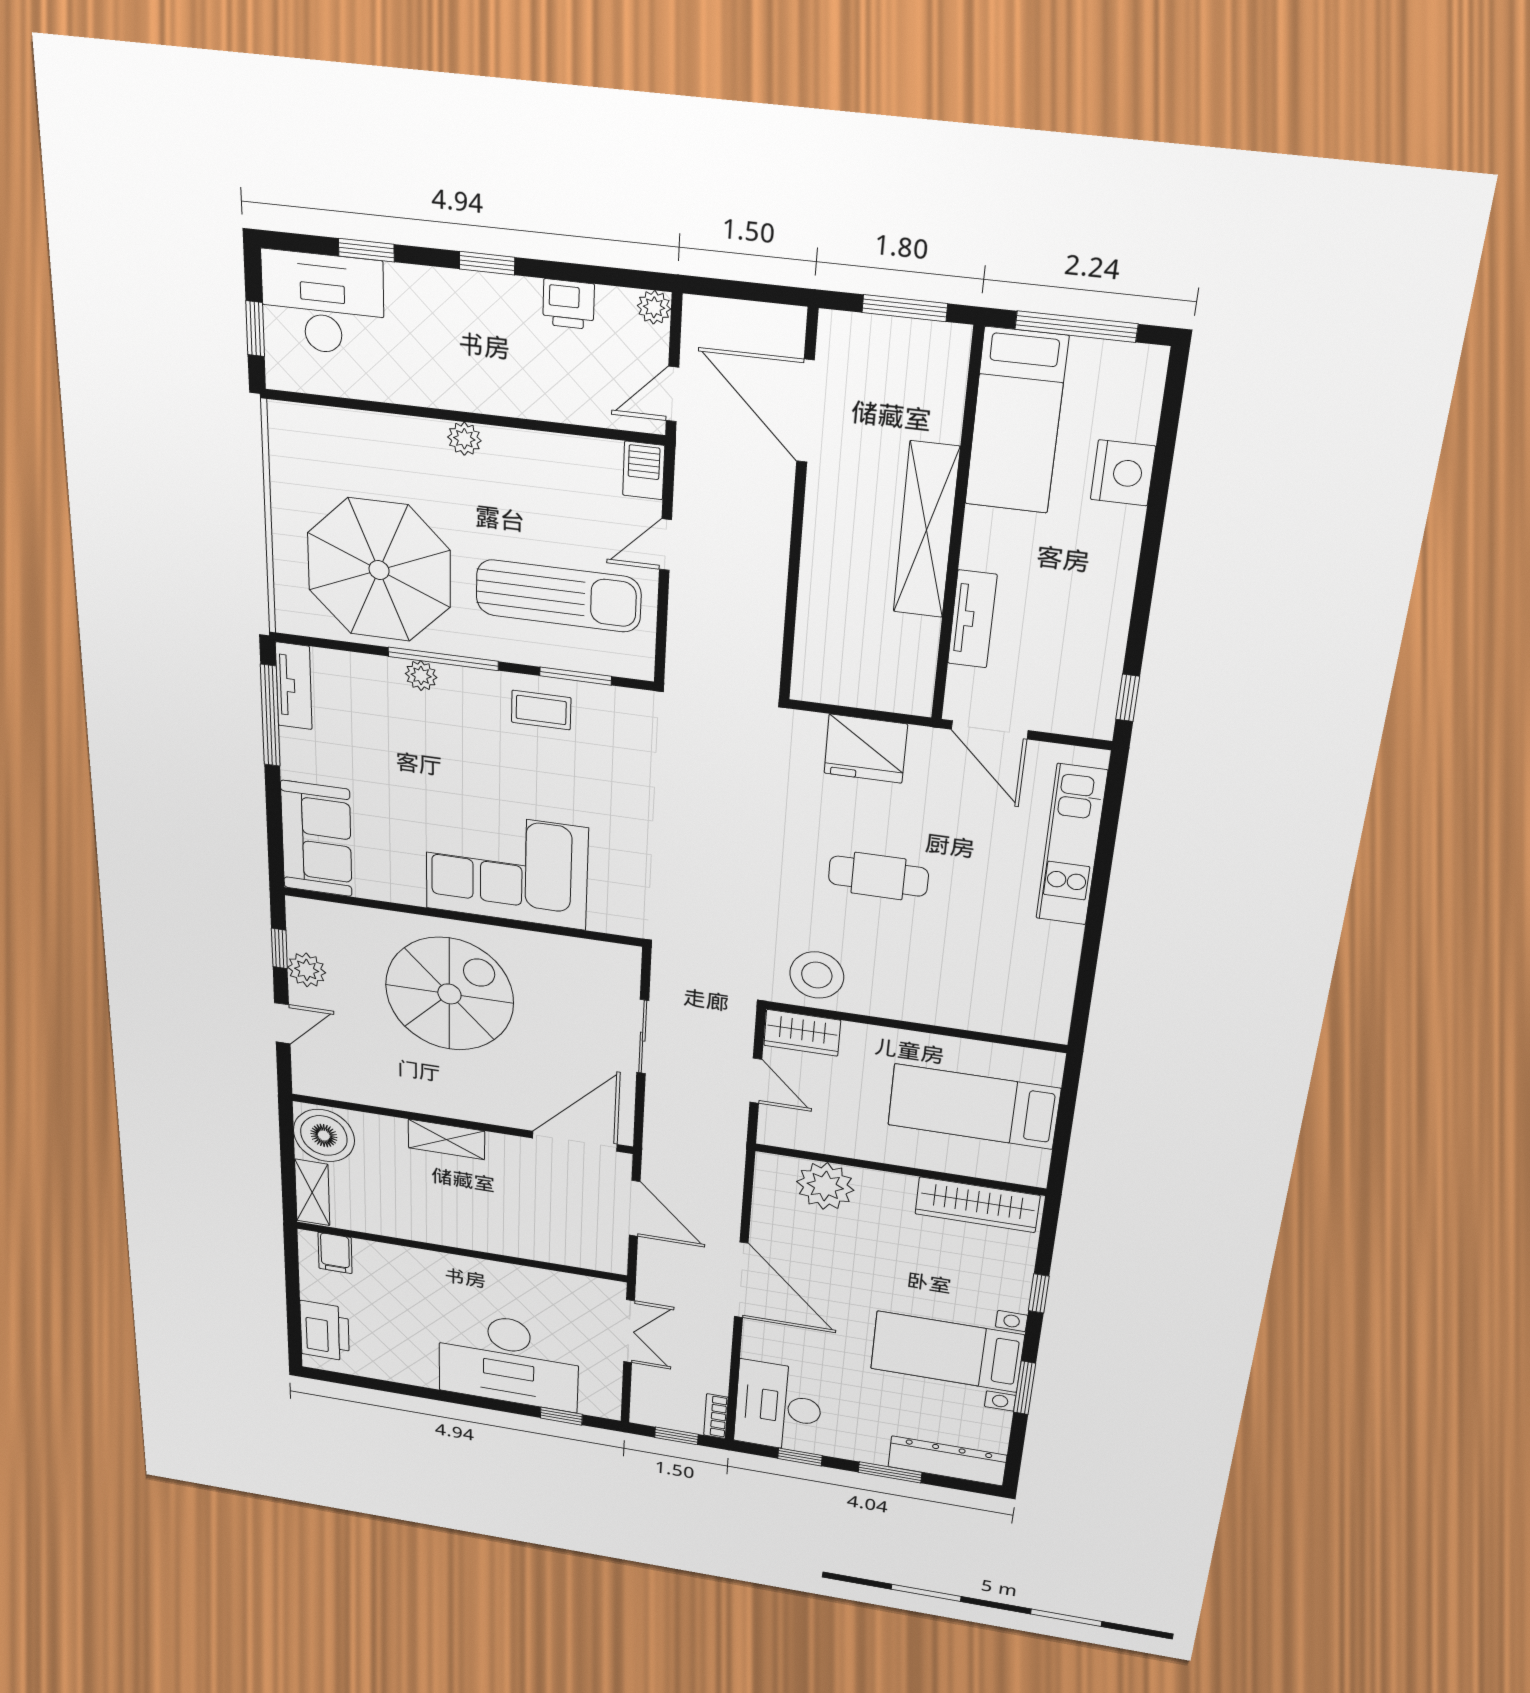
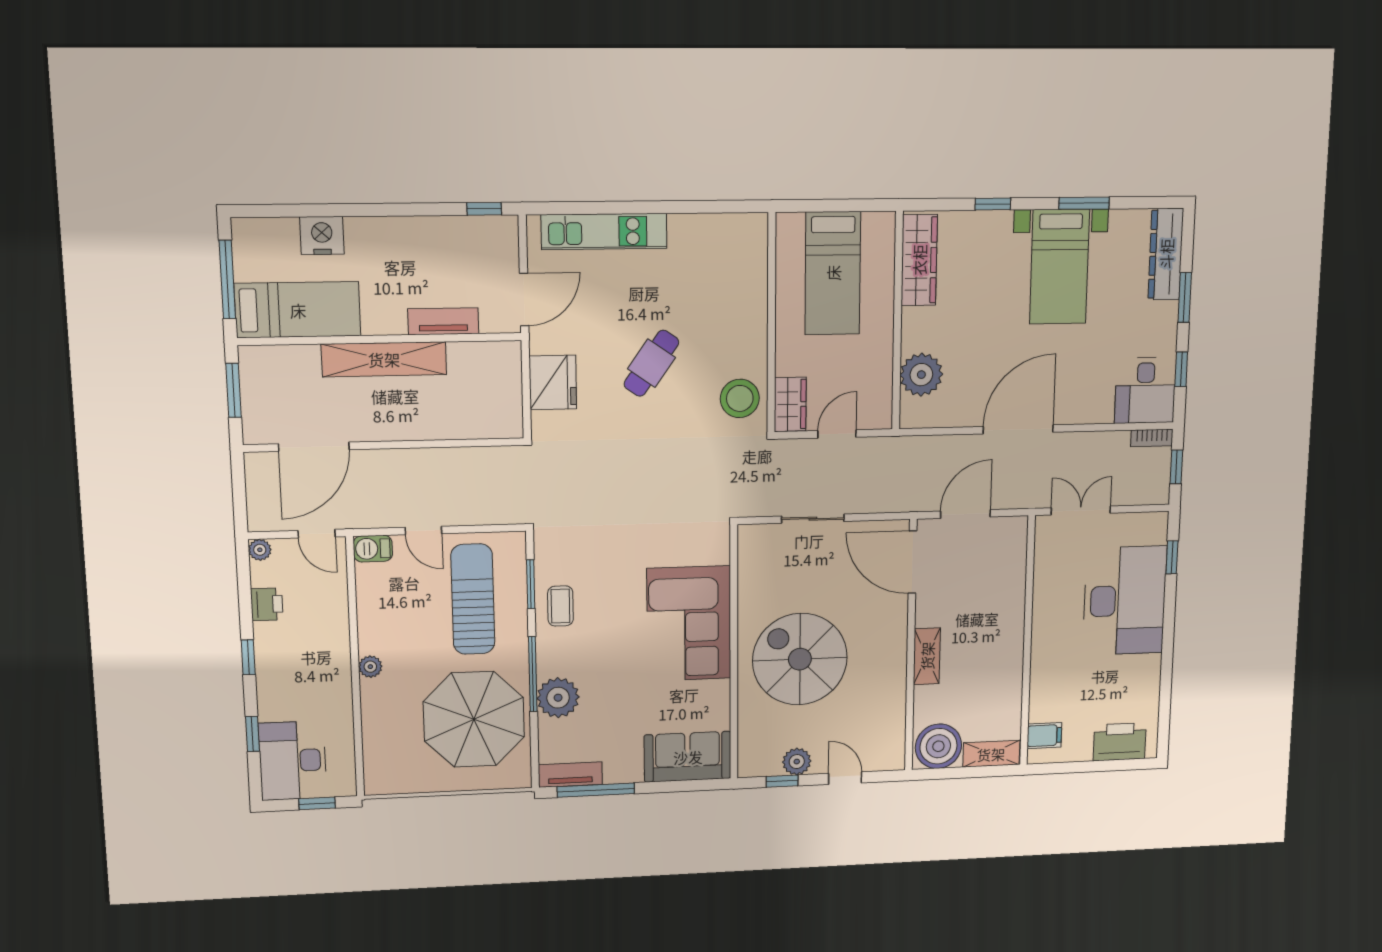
plant: (421, 676) -> (558, 698), width x1.88, depth x1.88
cafe table: (878, 876) -> (651, 363), turned 35
desk: (778, 1407) -> (1145, 390), width x0.73

